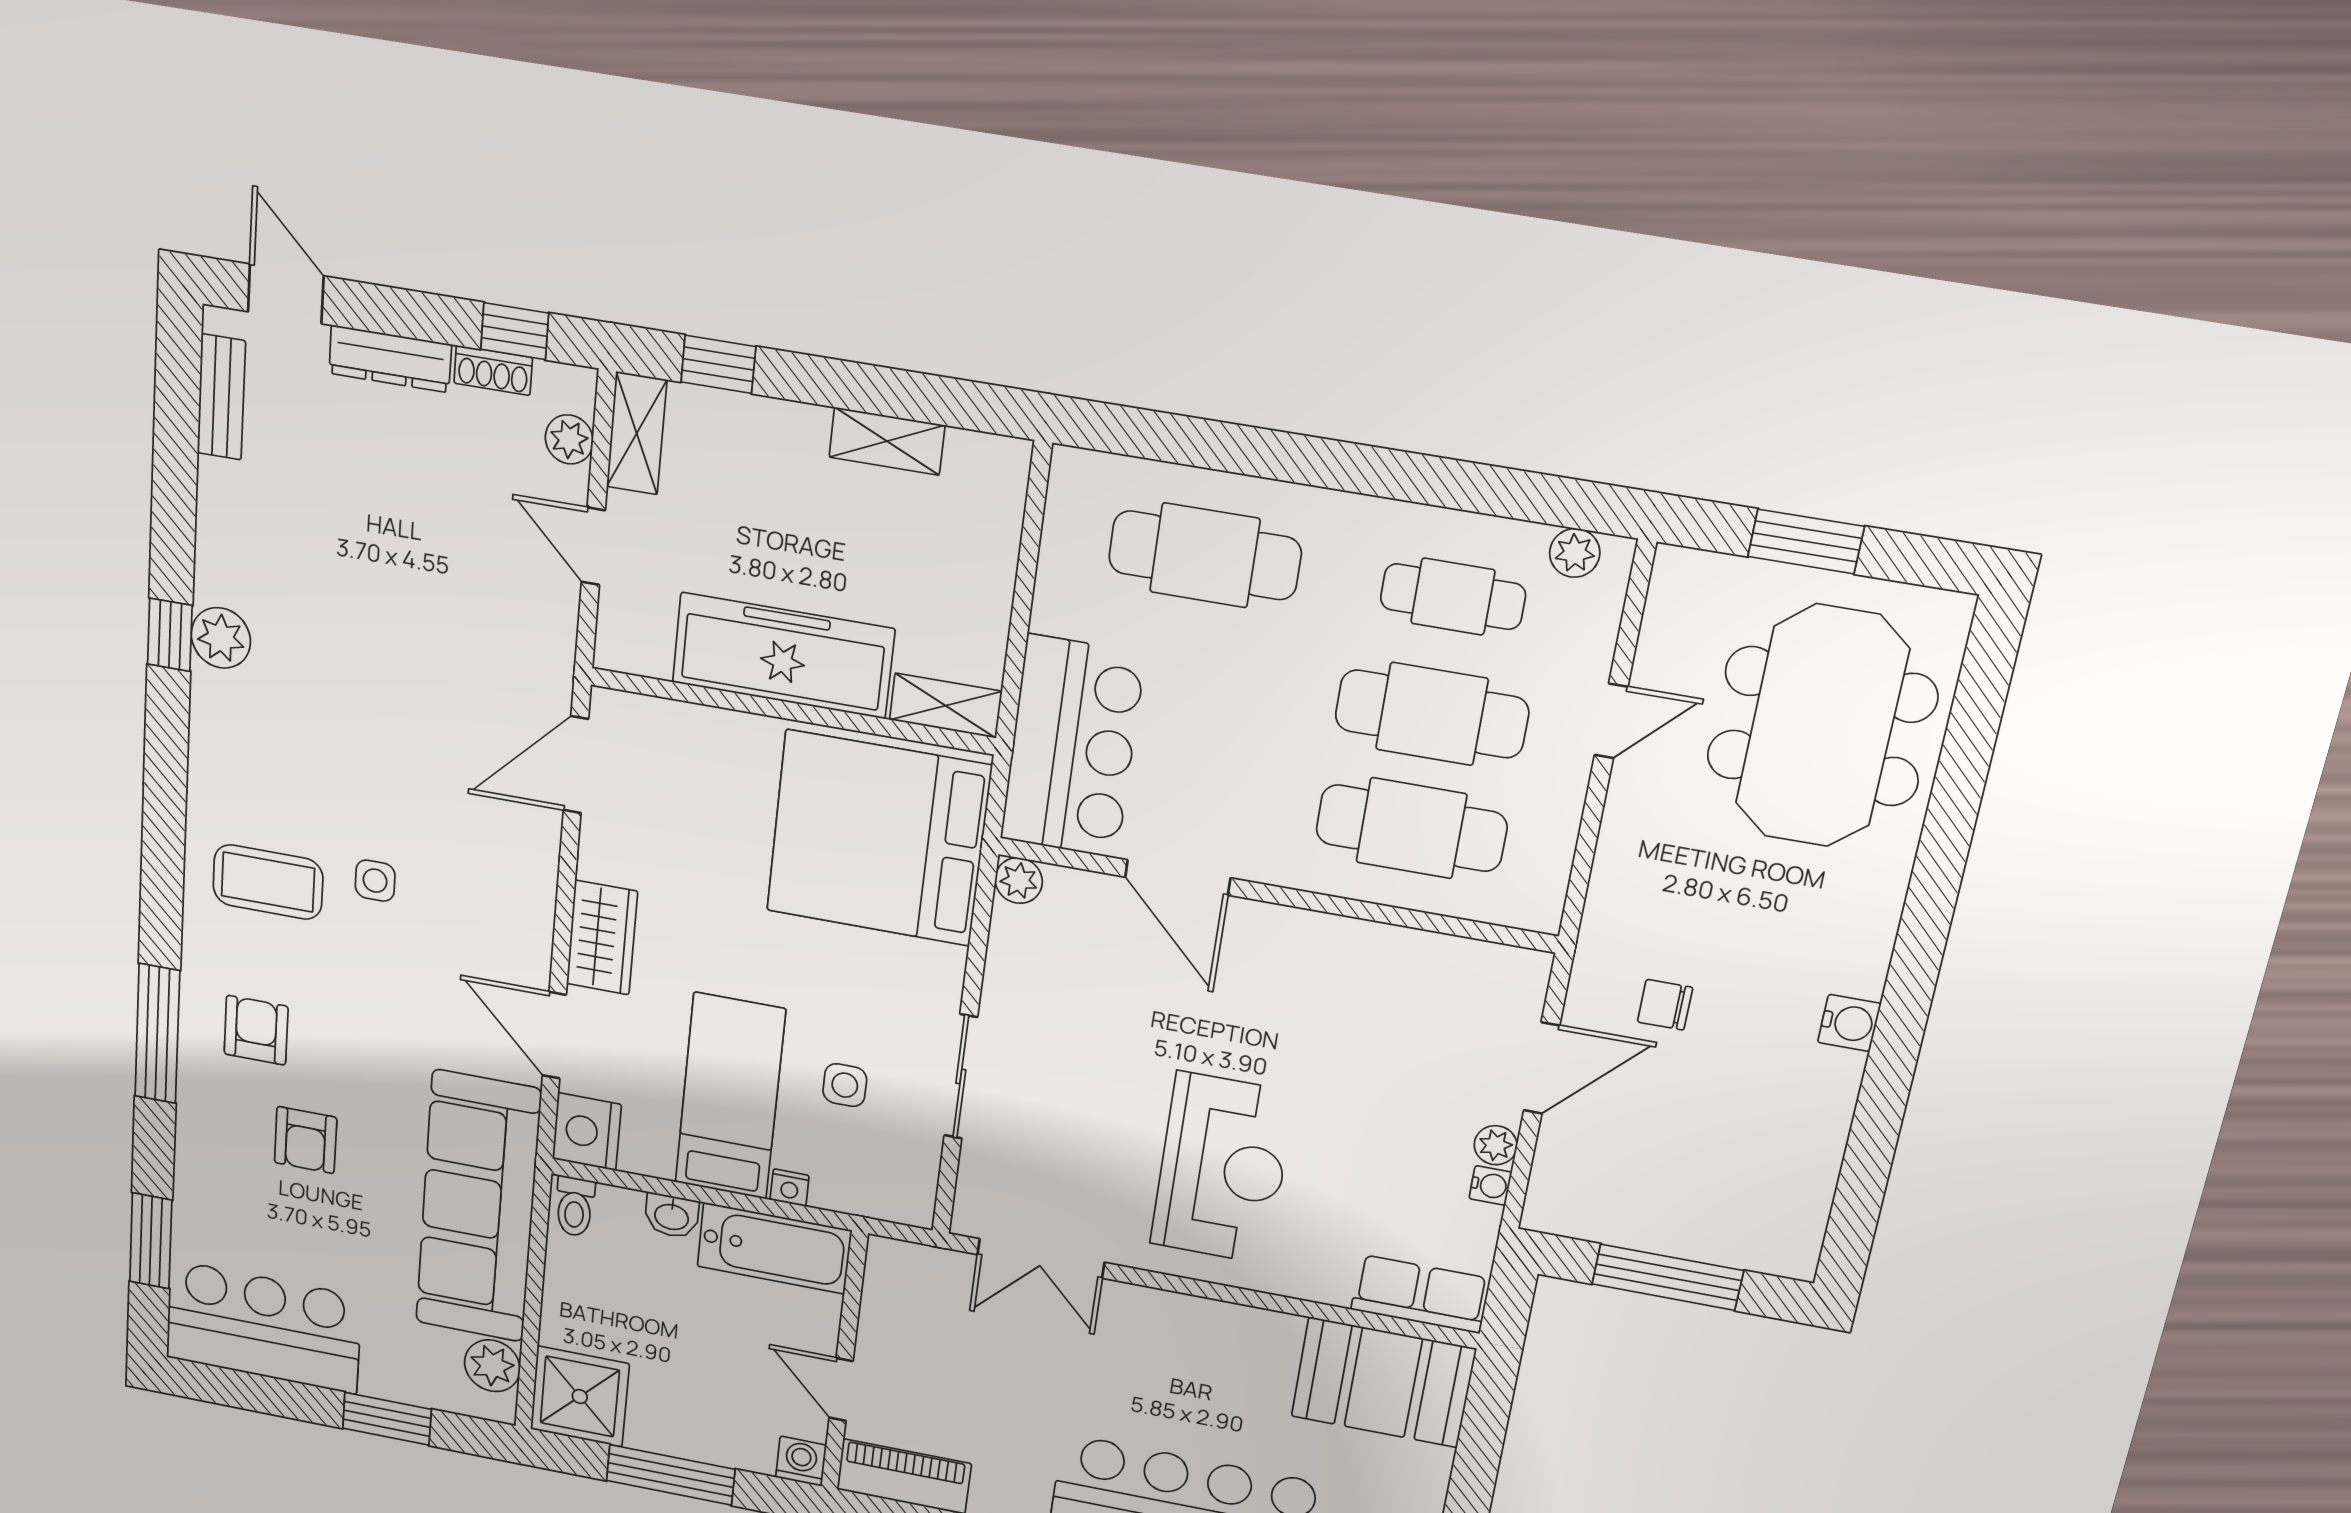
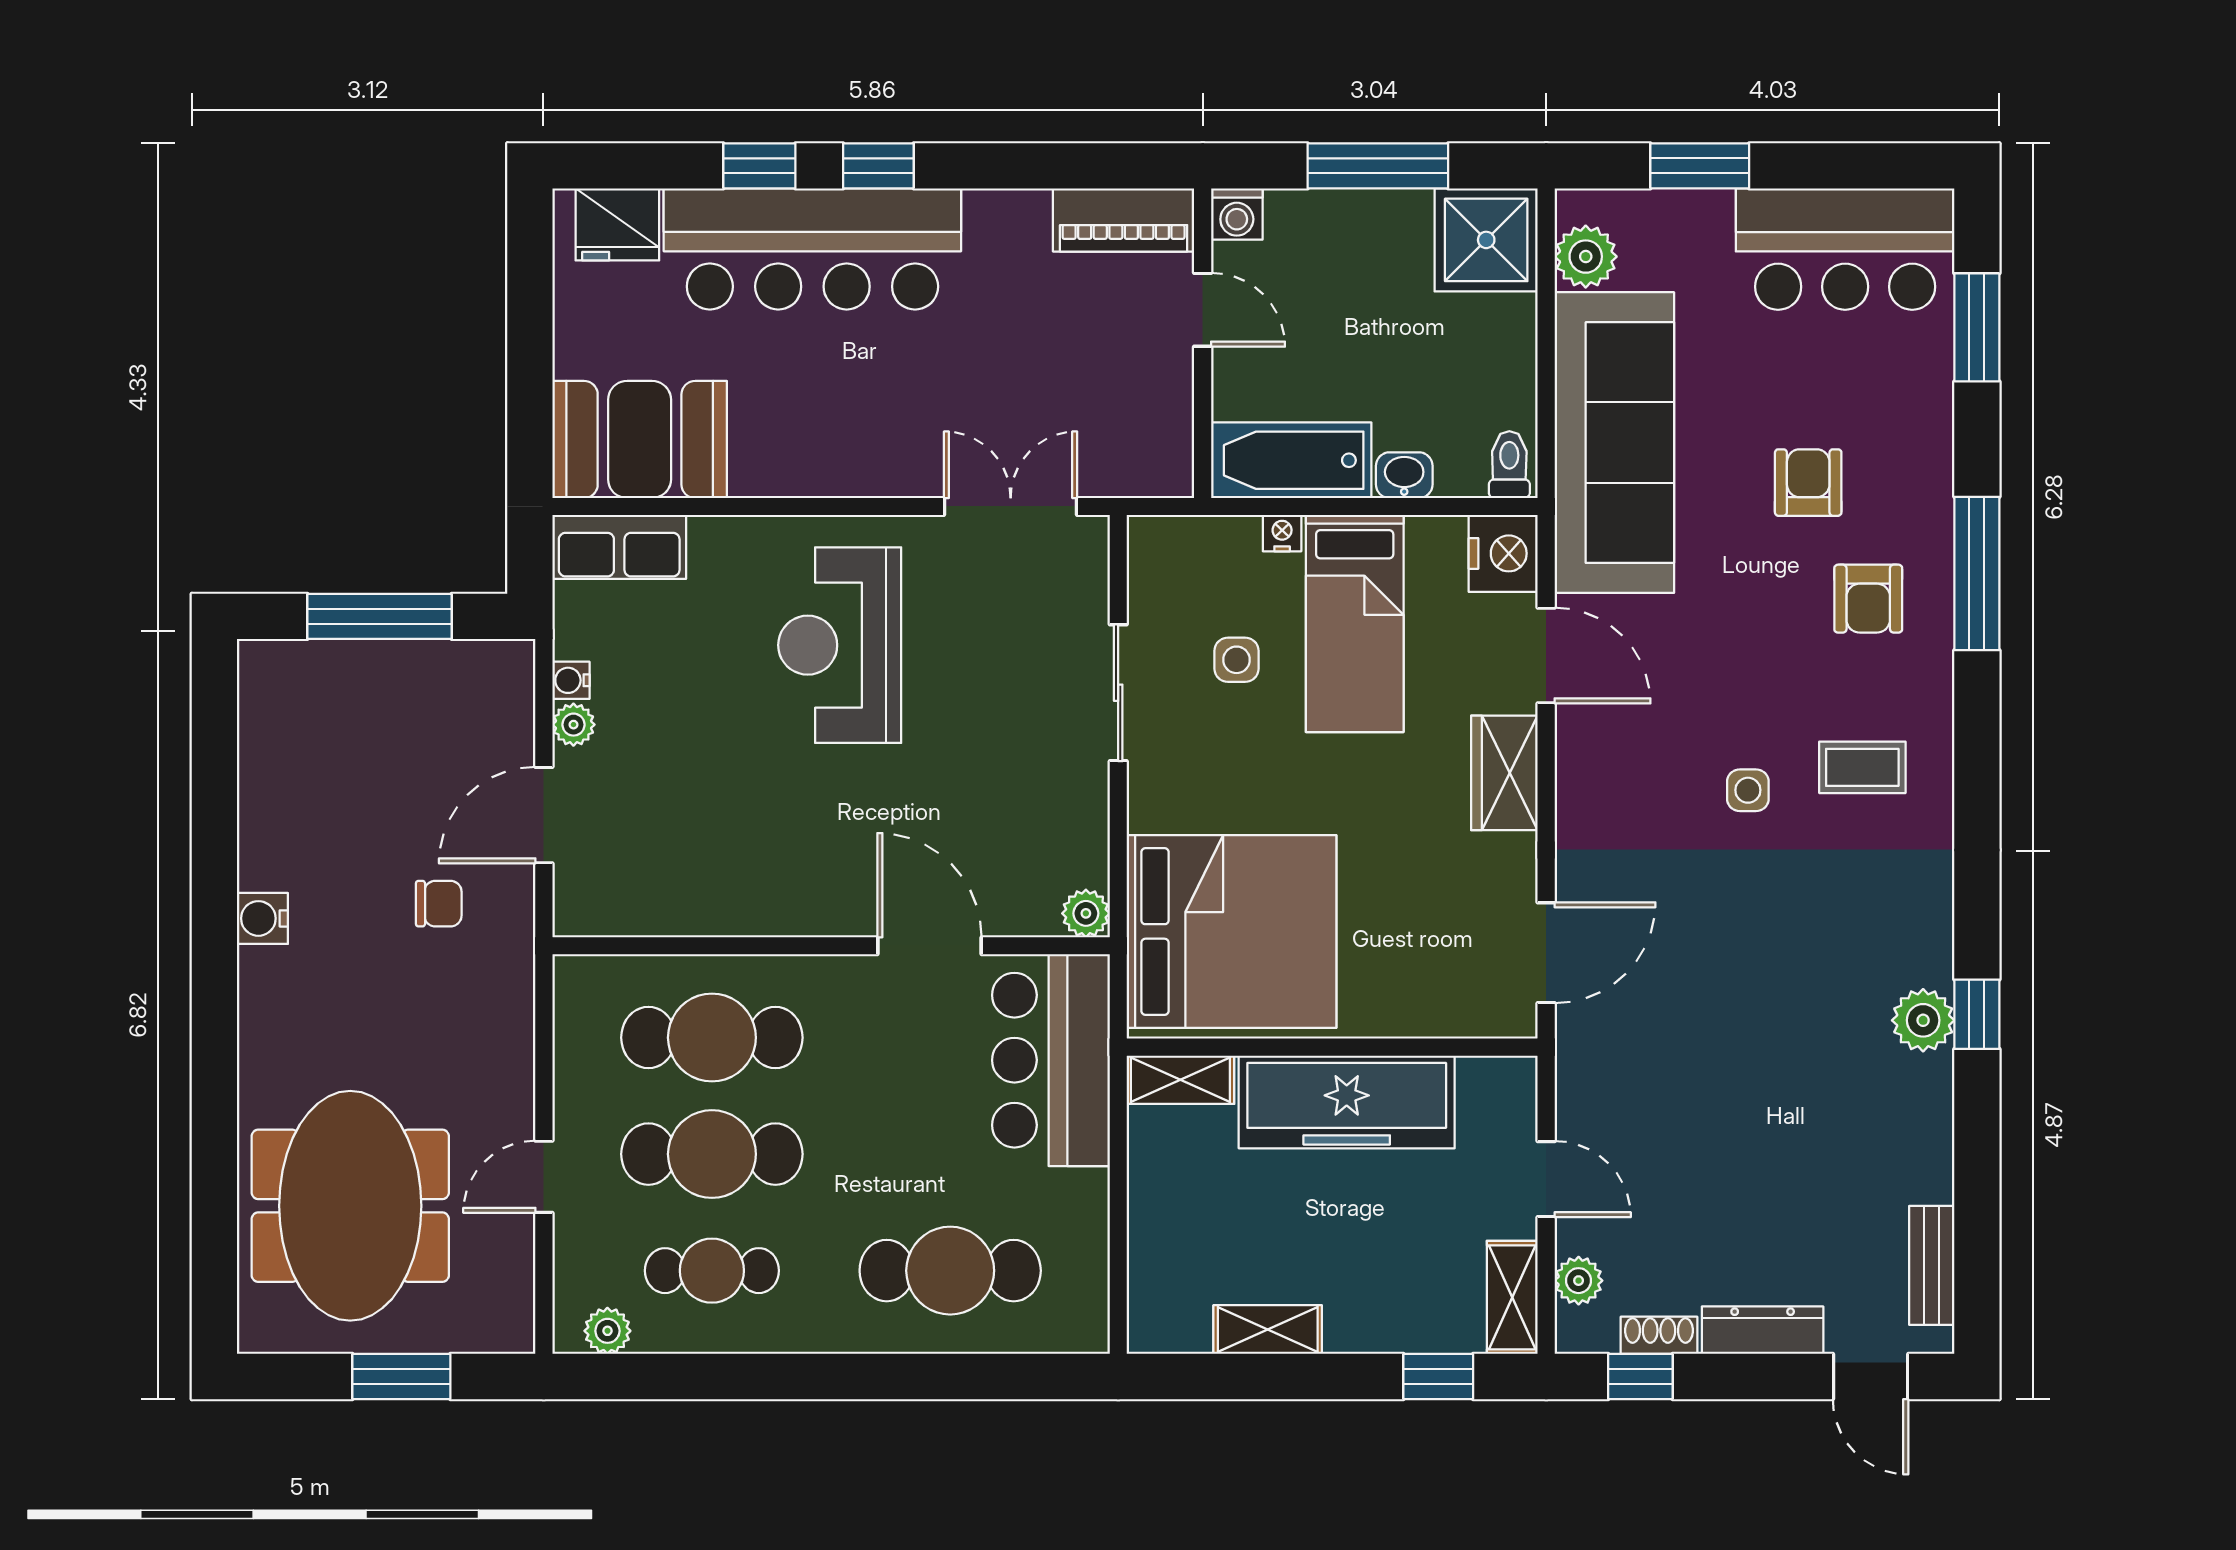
coffee table: (268, 882) -> (1862, 767), width x0.73, depth x0.77

